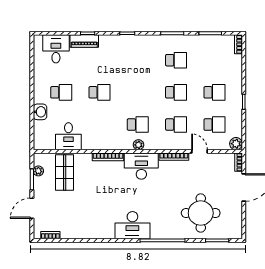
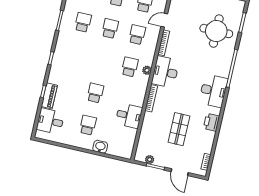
desk: (68, 136) -> (129, 116), moved
shop shelf: (65, 173) -> (179, 129), moved, turned 90
printer: (96, 231) -> (211, 122), added

